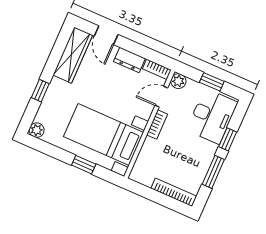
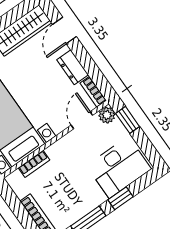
window: (212, 82) -> (128, 120), moved
door: (161, 97) -> (82, 120), hinge flipped
bookcase: (157, 124) -> (34, 164), moved

